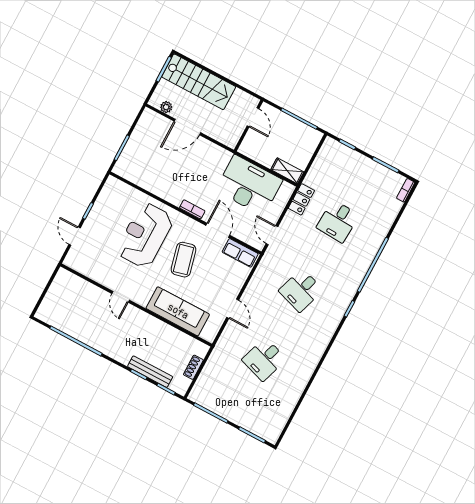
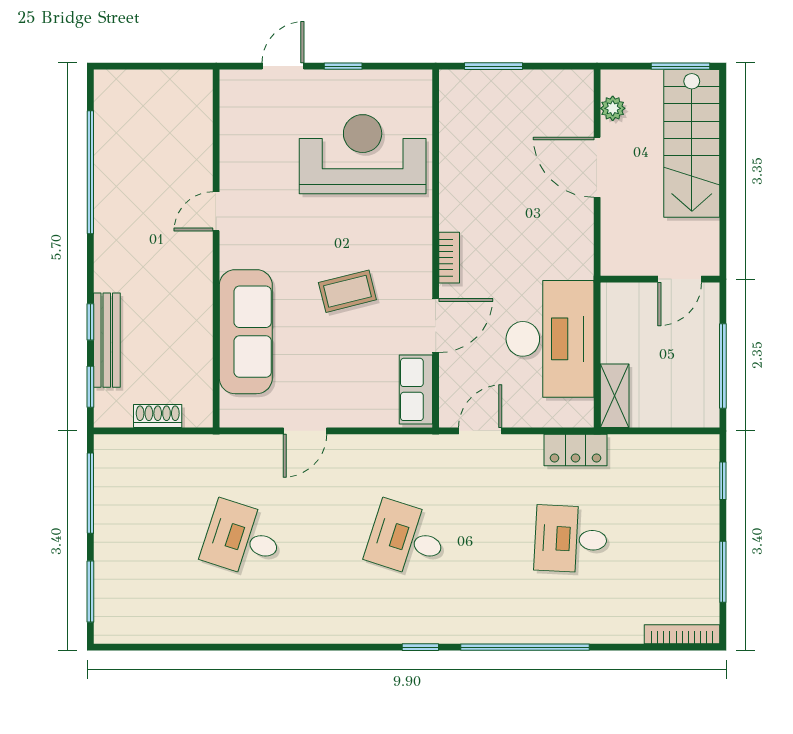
bookcase: (406, 190) -> (682, 634), width x1.56
reception desk: (145, 235) -> (363, 154), moved
coffee table: (184, 260) -> (347, 291), width x0.73, depth x0.77

